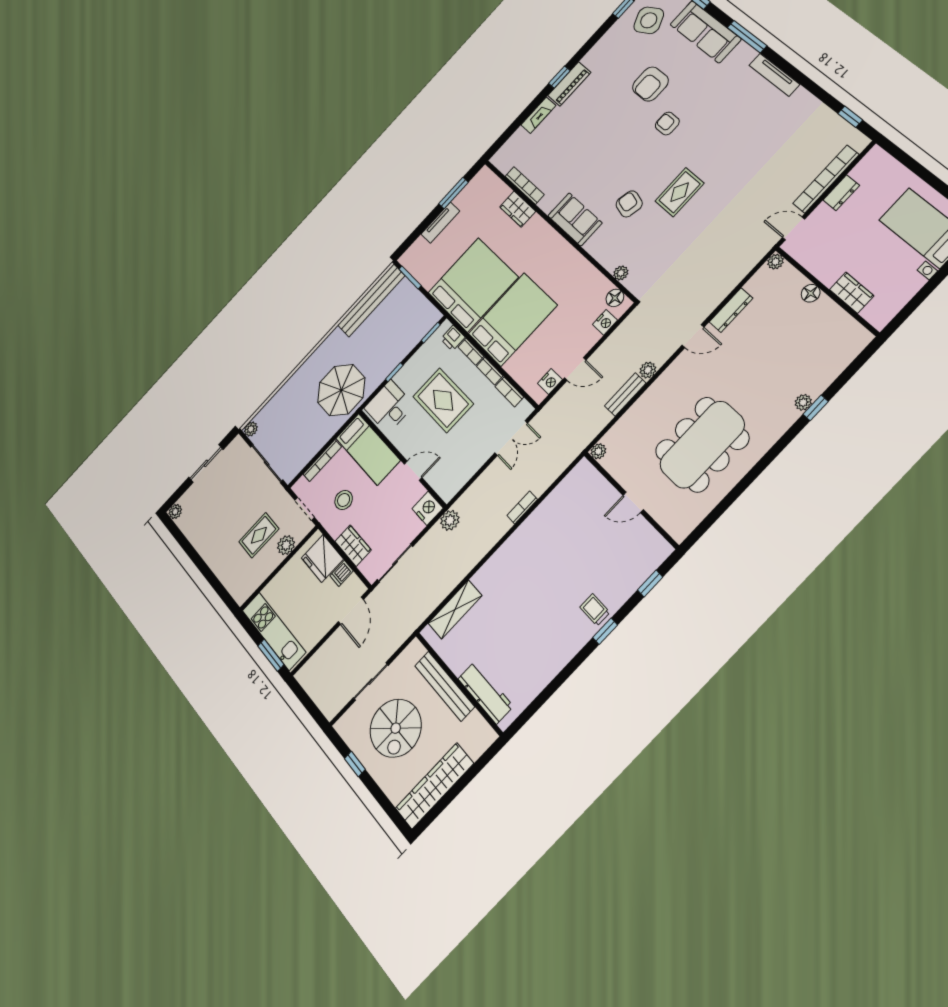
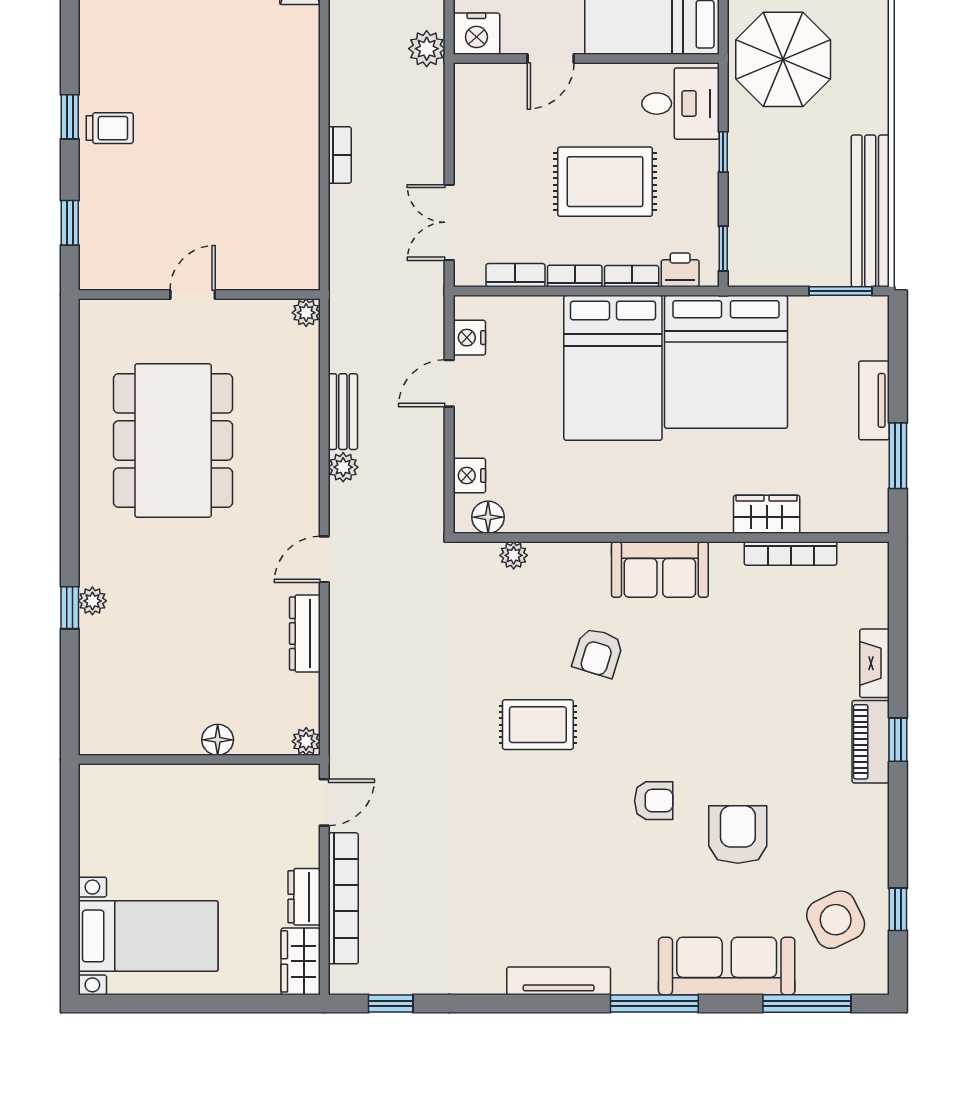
rug: (680, 192) -> (538, 725), turned 90
armchair: (629, 204) -> (598, 653), turned 94
wardrobe: (852, 293) -> (301, 961), moved, turned 90

